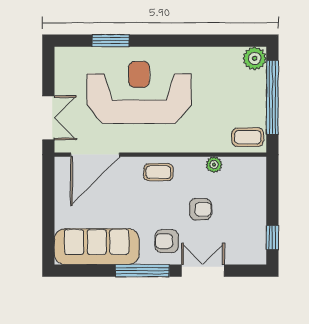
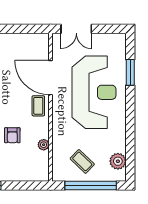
plant: (255, 58) -> (118, 161), moved
coffee table: (248, 137) -> (82, 161), moved, turned -46
door: (95, 155) -> (51, 78), moved

